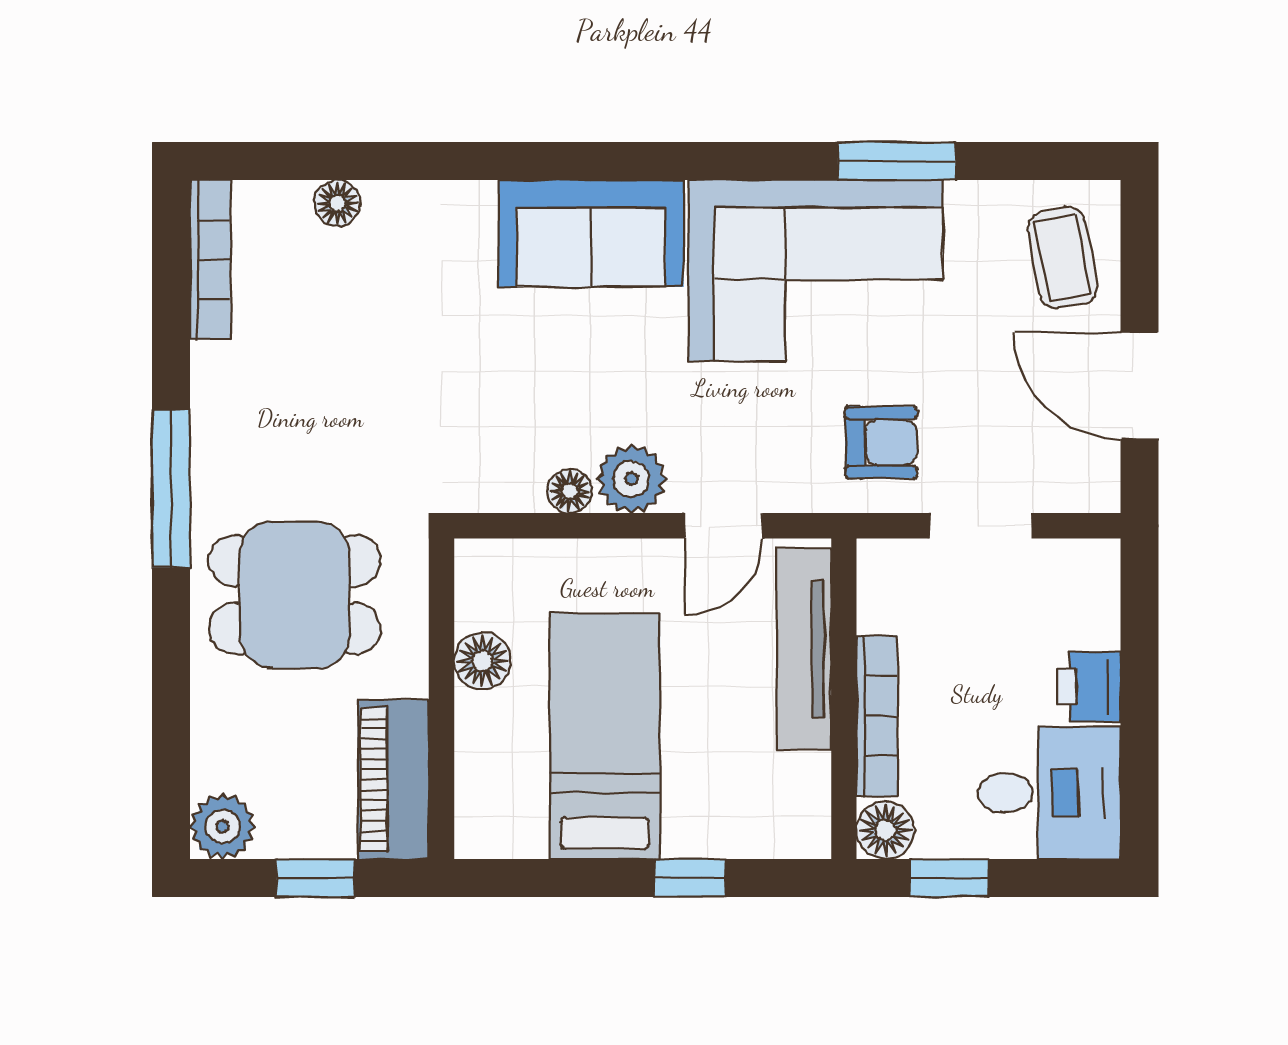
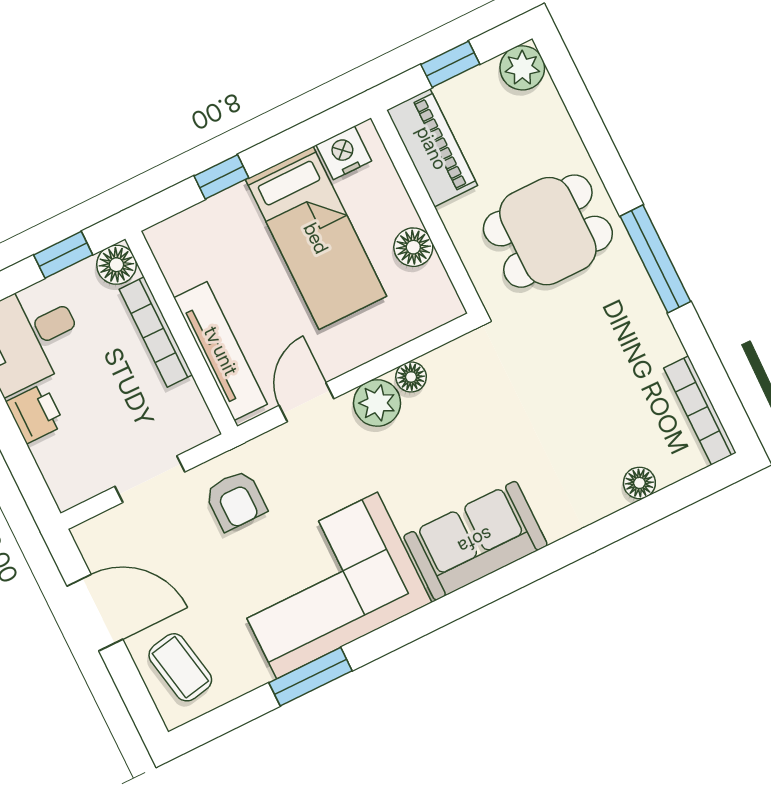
armchair: (881, 442) -> (236, 500), turned -90
nightstand: (513, 830) -> (344, 153), added

